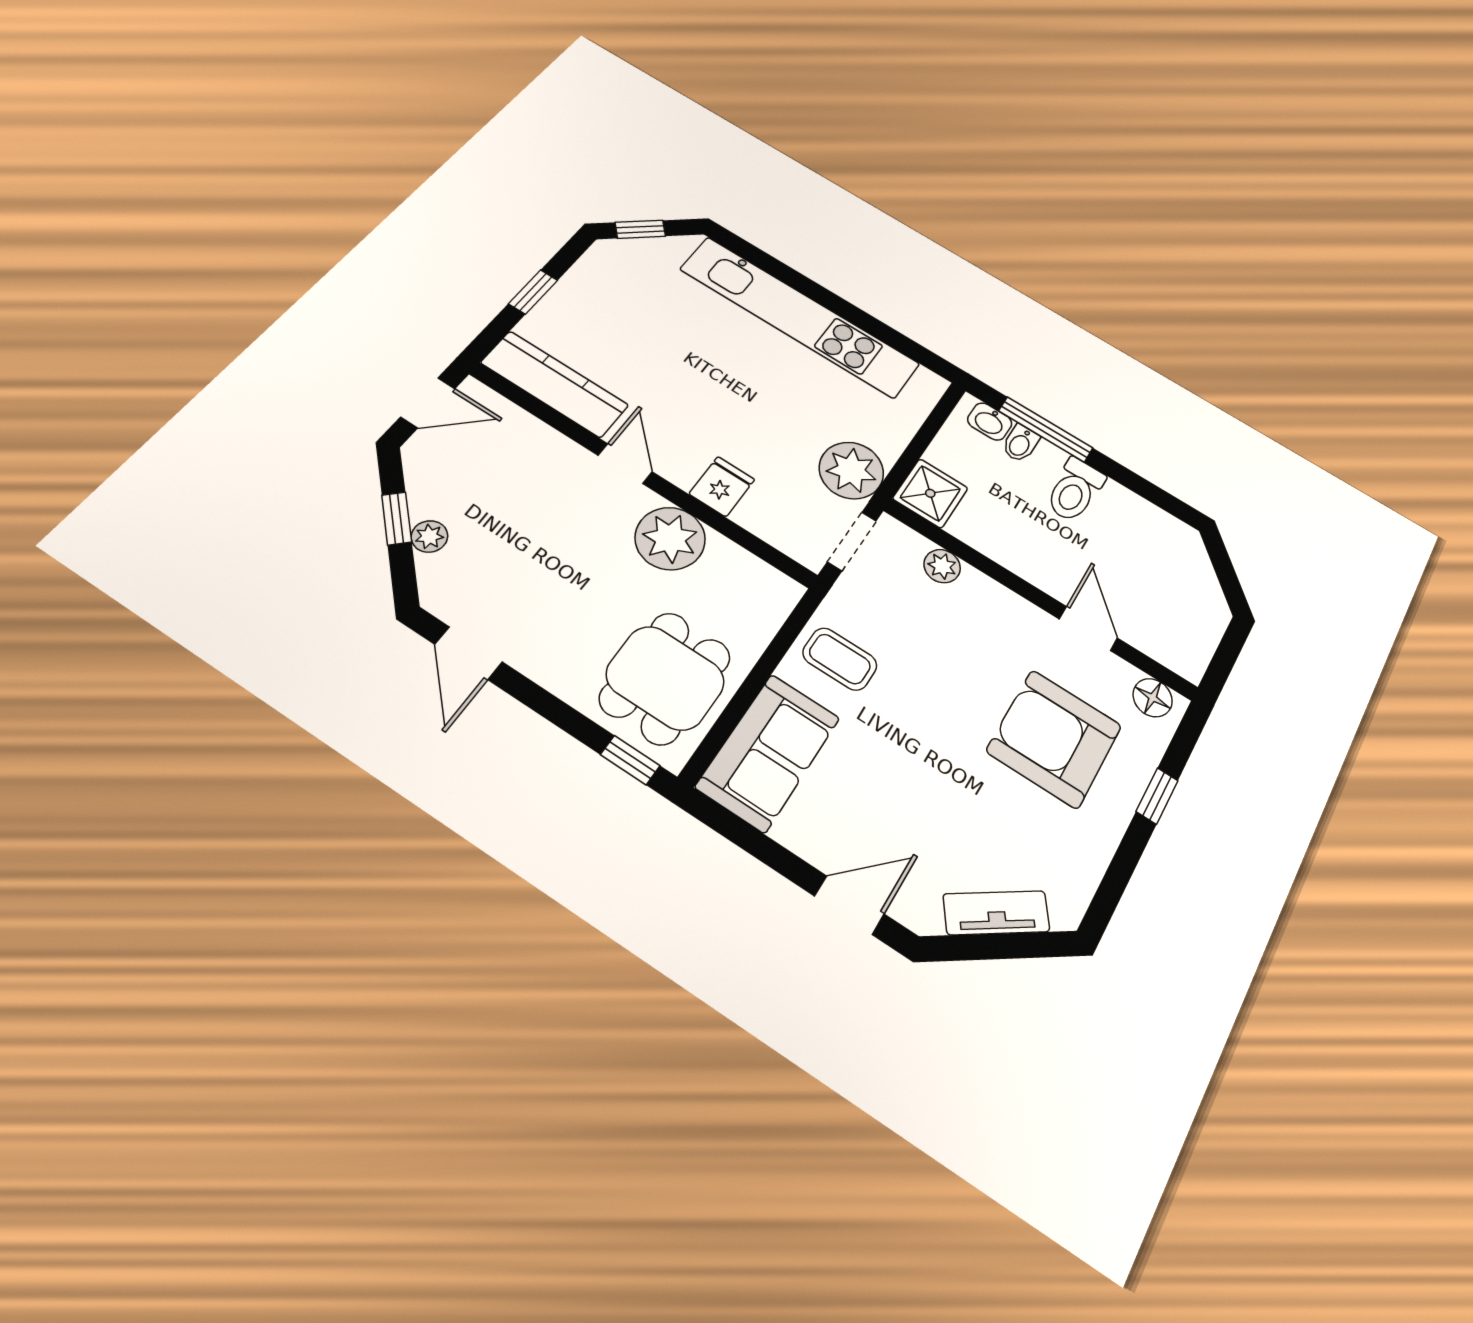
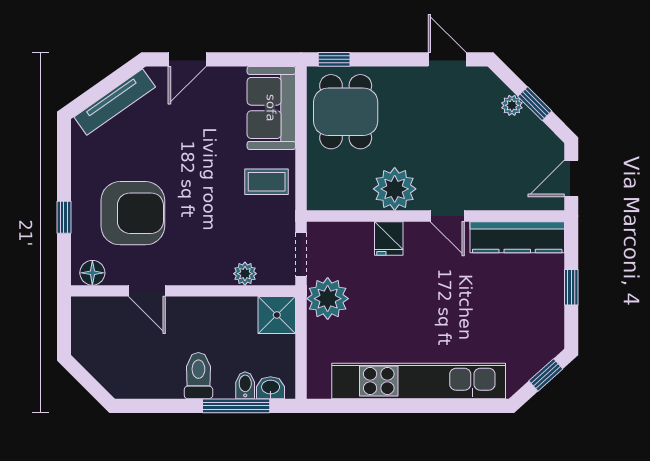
tv unit: (996, 913) -> (115, 102), width x1.41

